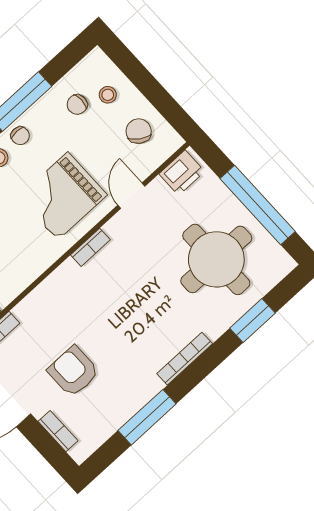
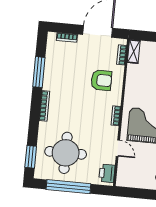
chair: (139, 131) -> (137, 174), removed
window: (253, 321) -> (31, 157), moved
armchair: (73, 371) -> (101, 80), moved

